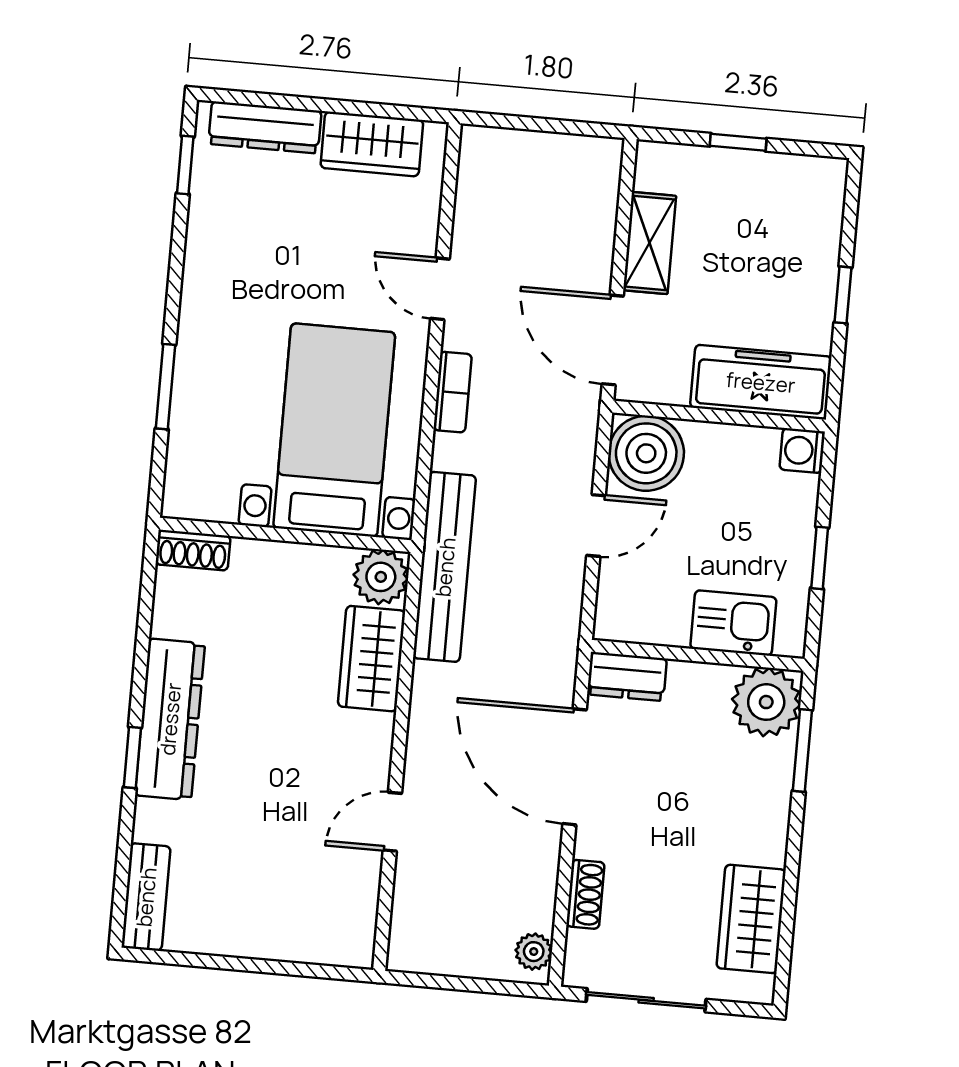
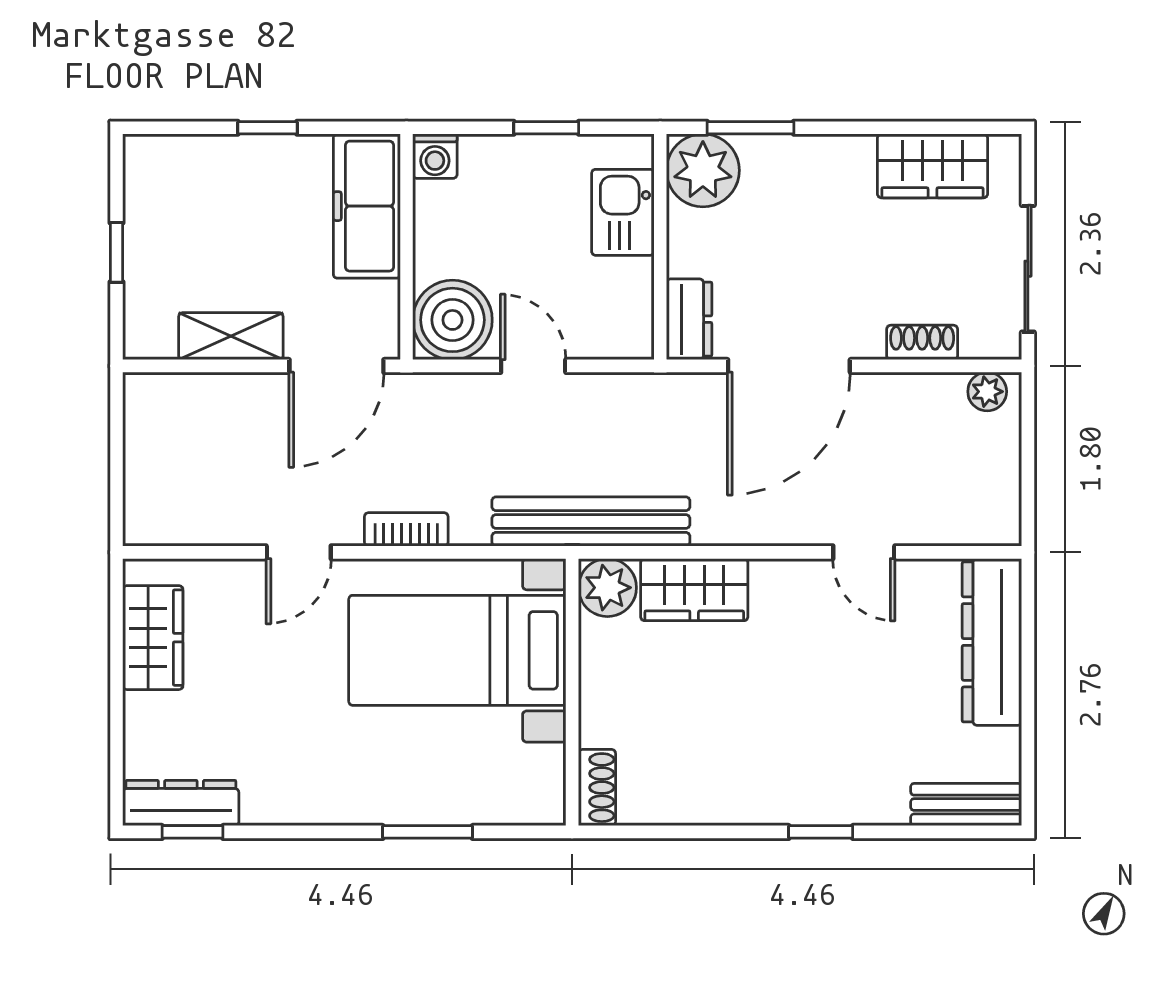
dresser: (265, 127) -> (181, 803), moved, turned -90
dresser: (170, 719) -> (992, 642), moved, turned -90

